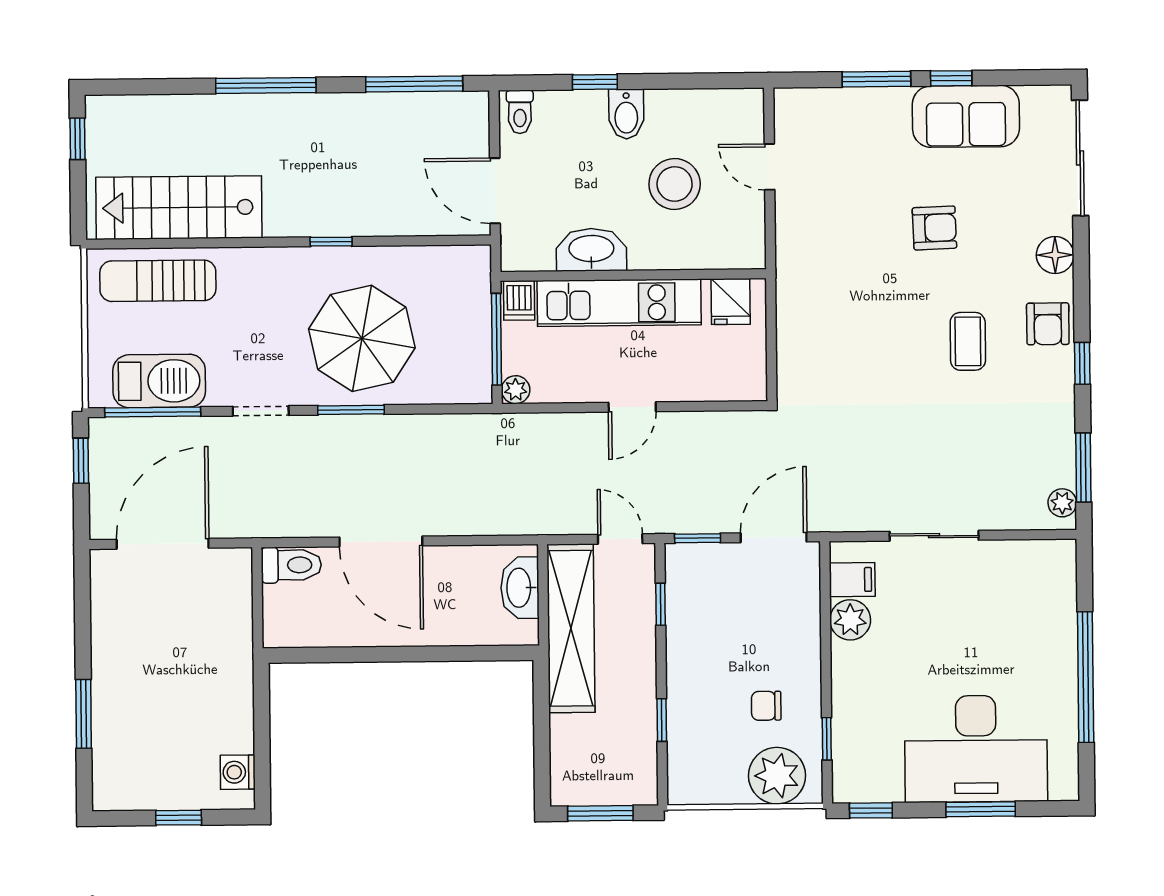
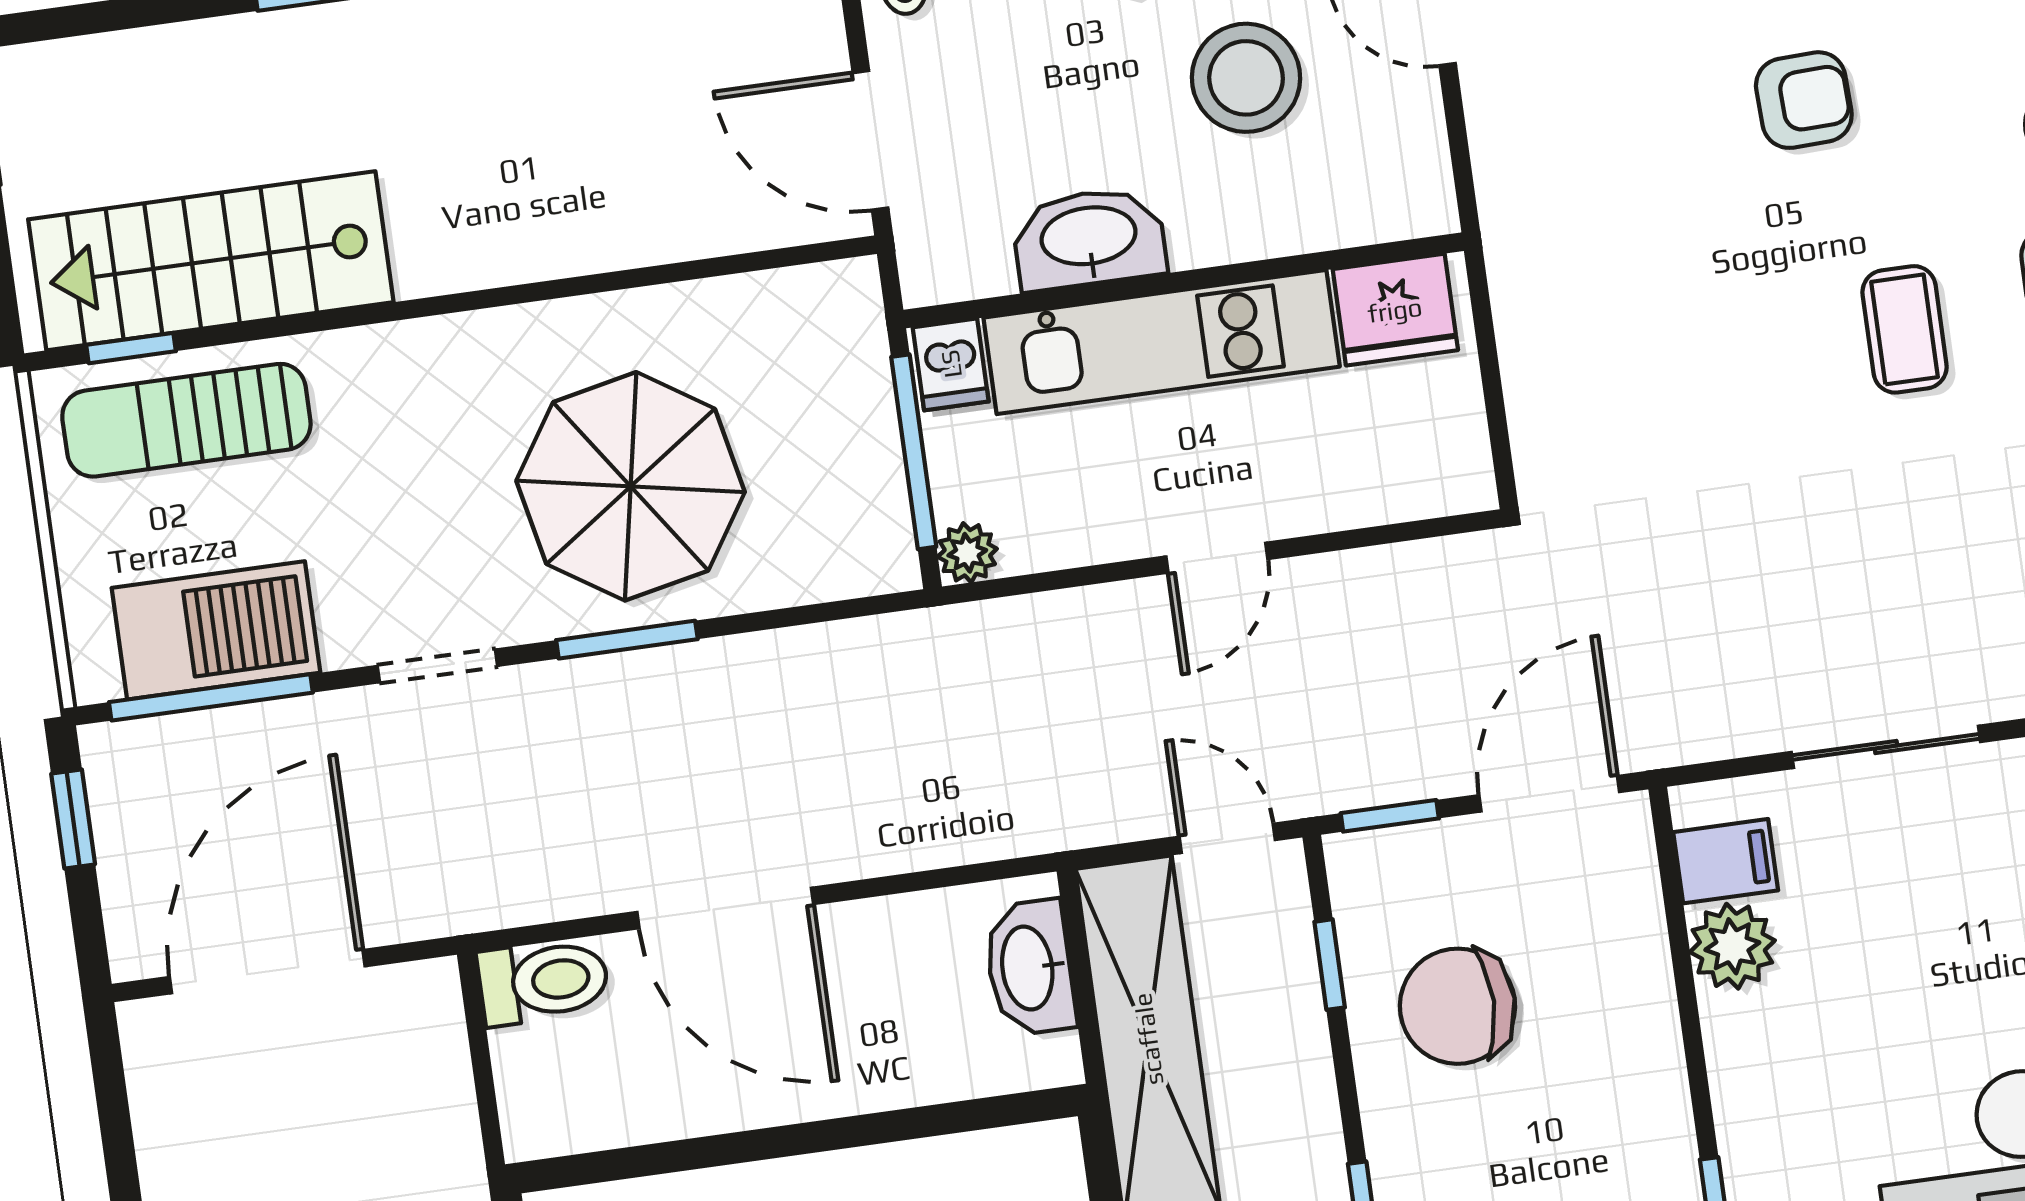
window: (331, 242) -> (131, 348), moved
fridge: (731, 301) -> (1395, 310), width x1.38
chair: (766, 706) -> (1457, 1006), moved, width x1.87, depth x1.87

